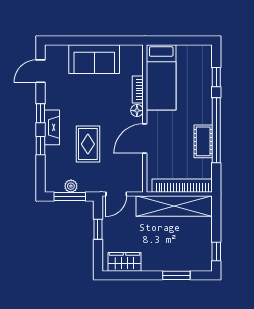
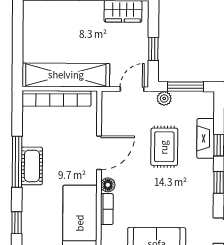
fireplace: (52, 127) -> (206, 138), moved
window: (216, 130) -> (17, 162), width x0.68
cot: (203, 141) -> (32, 166), moved
plant: (71, 186) -> (164, 98), moved
window: (216, 251) -> (18, 23), removed

